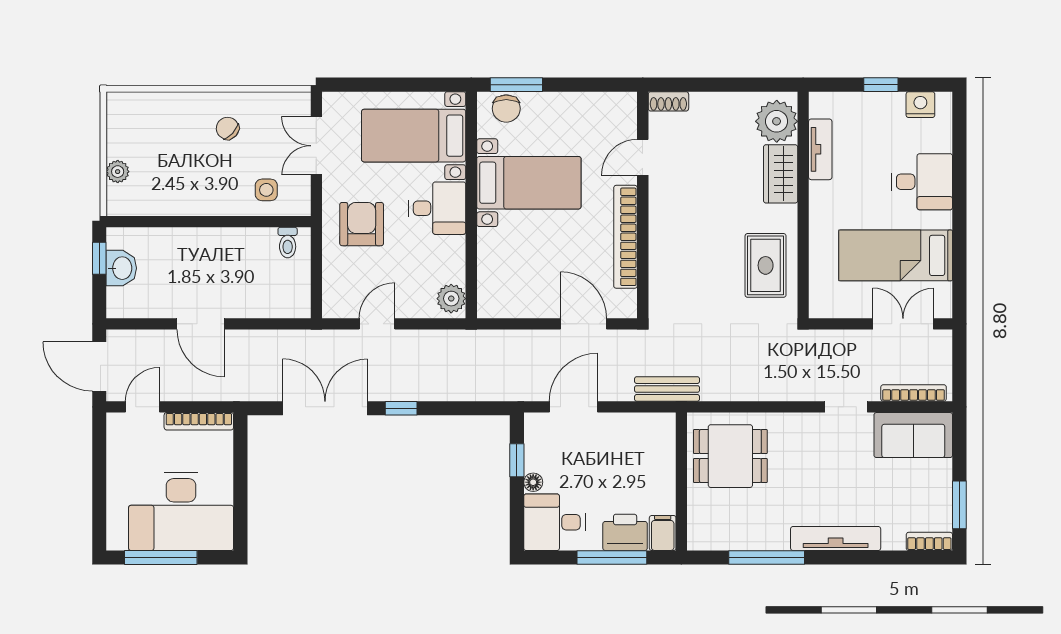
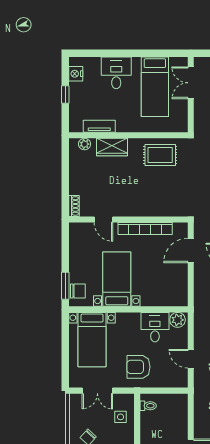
plant: (777, 121) -> (85, 144), width x0.53, depth x0.53
desk: (437, 208) -> (155, 327), moved

